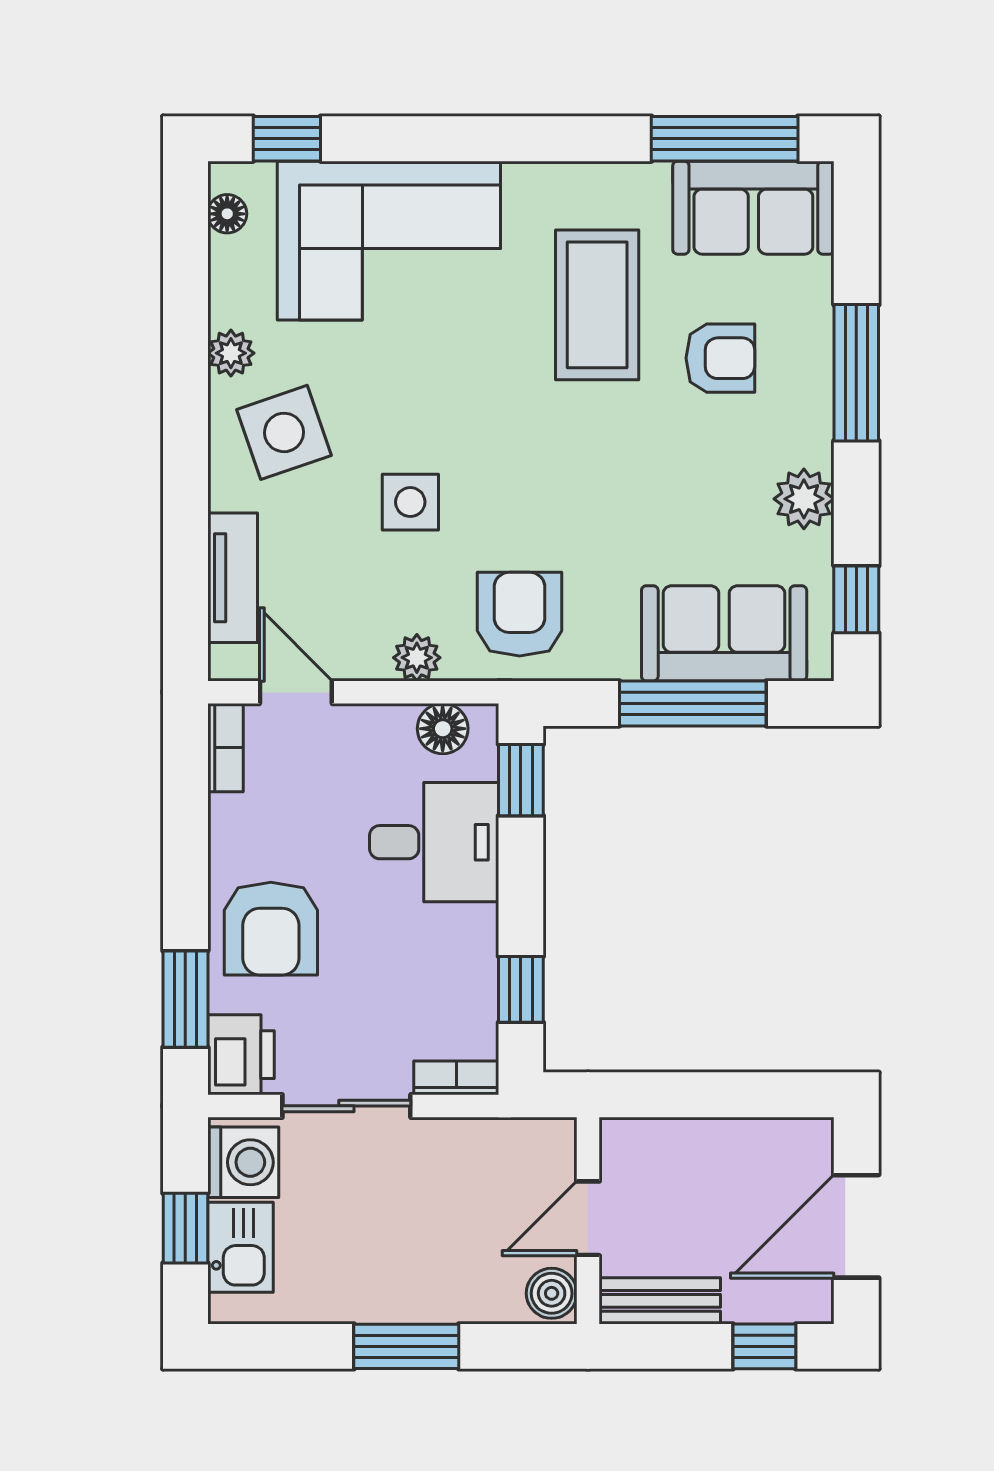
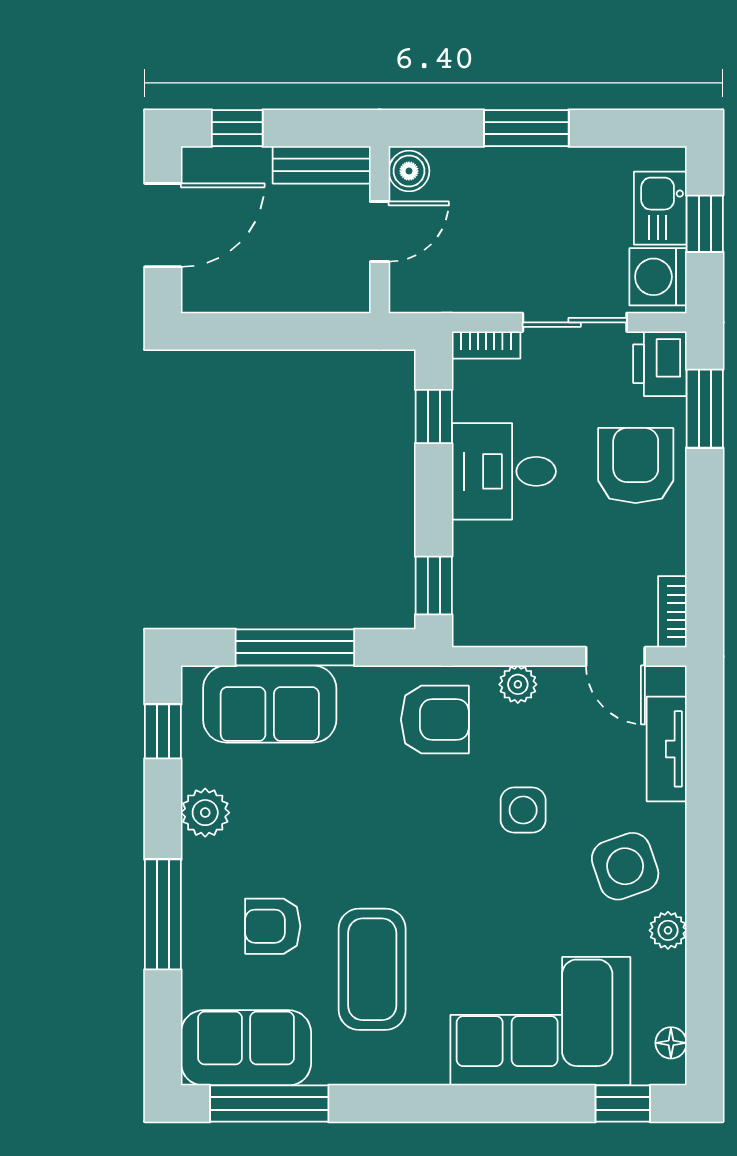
armchair: (520, 614) -> (435, 720), turned -90
floor lamp: (443, 729) -> (497, 627), removed
desk: (434, 842) -> (504, 471), moved

